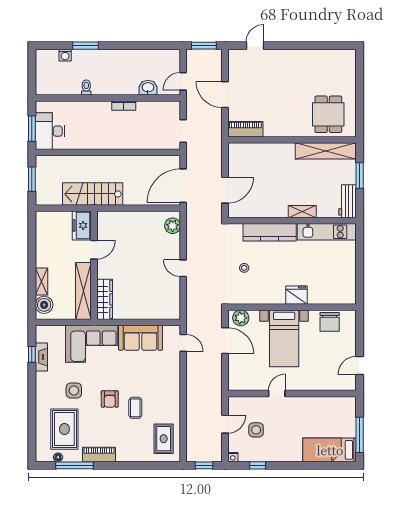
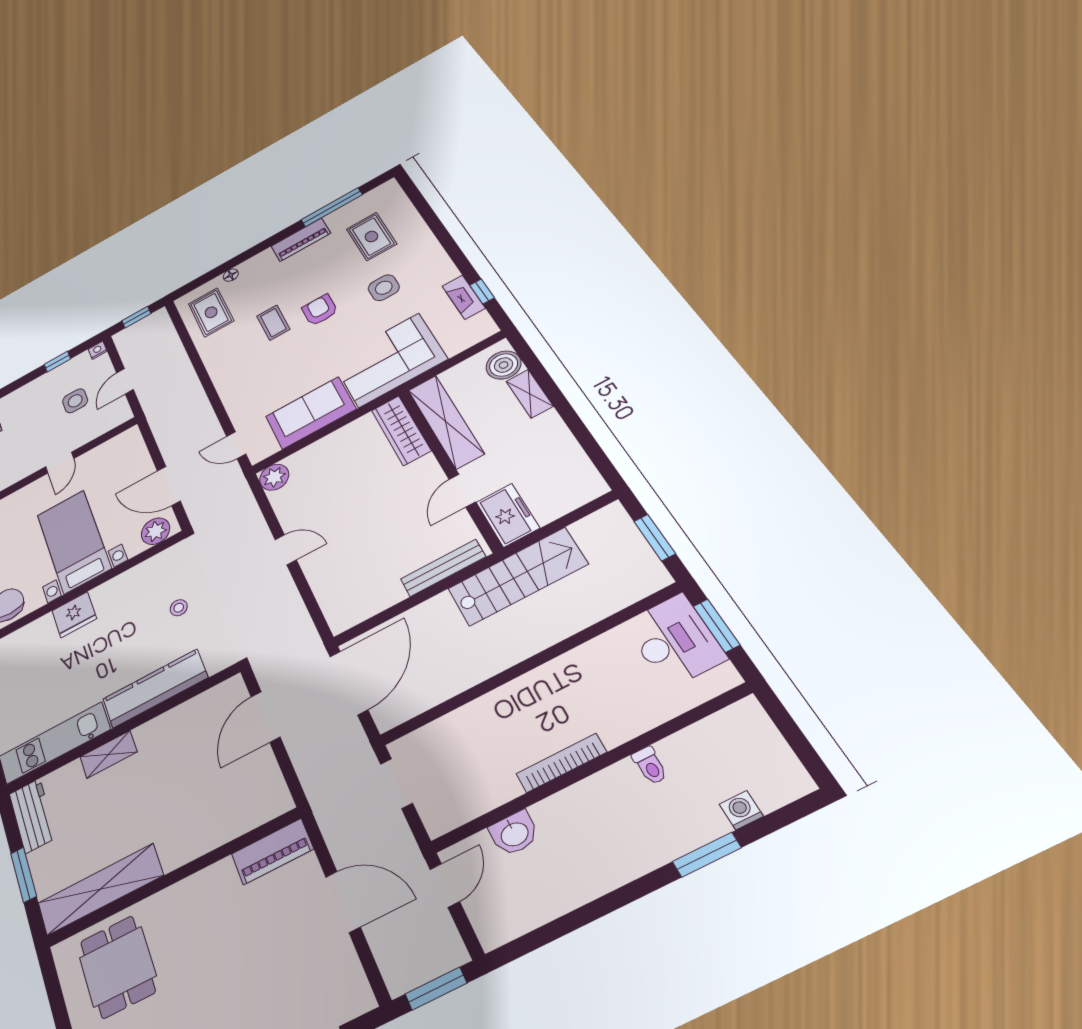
bookcase: (124, 106) -> (561, 763), width x1.56
bench: (120, 216) -> (443, 568), added
plant: (173, 226) -> (274, 477), moved
rug: (64, 429) -> (371, 236), width x0.73, depth x0.70
floor lamp: (58, 457) -> (231, 275), moved

